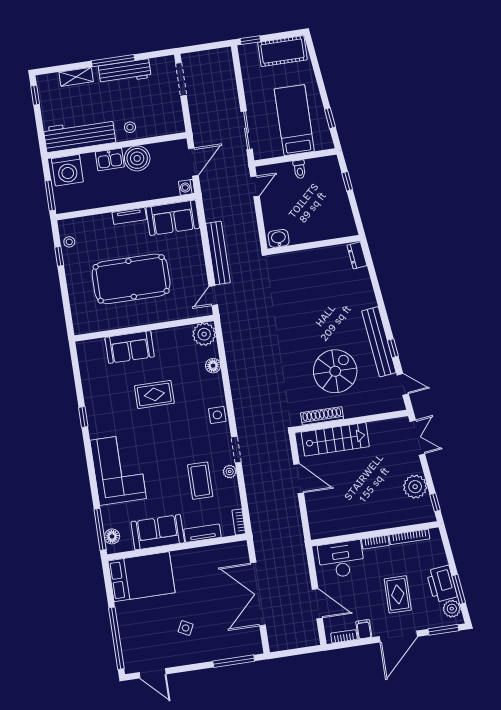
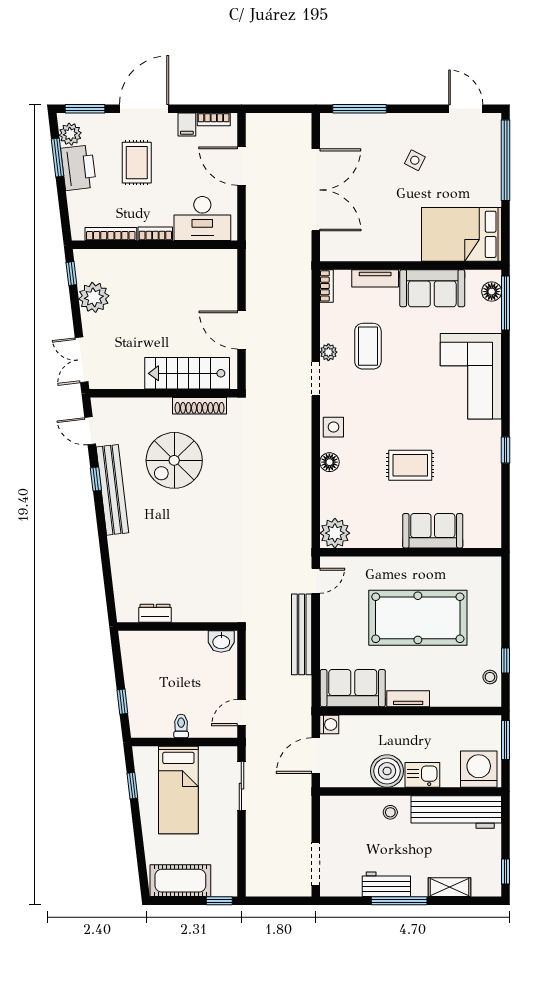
workbench: (125, 72) -> (386, 884), width x0.73
dresser: (357, 255) -> (155, 613), moved, turned -83
floor lamp: (213, 366) -> (329, 462), moved

